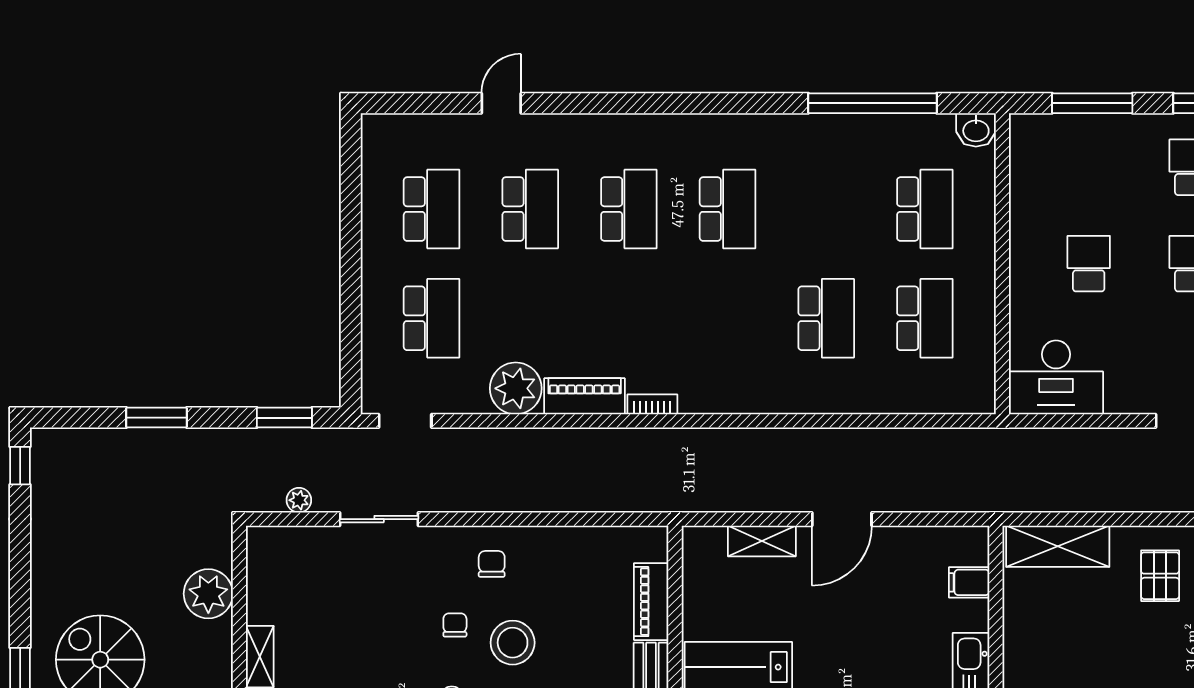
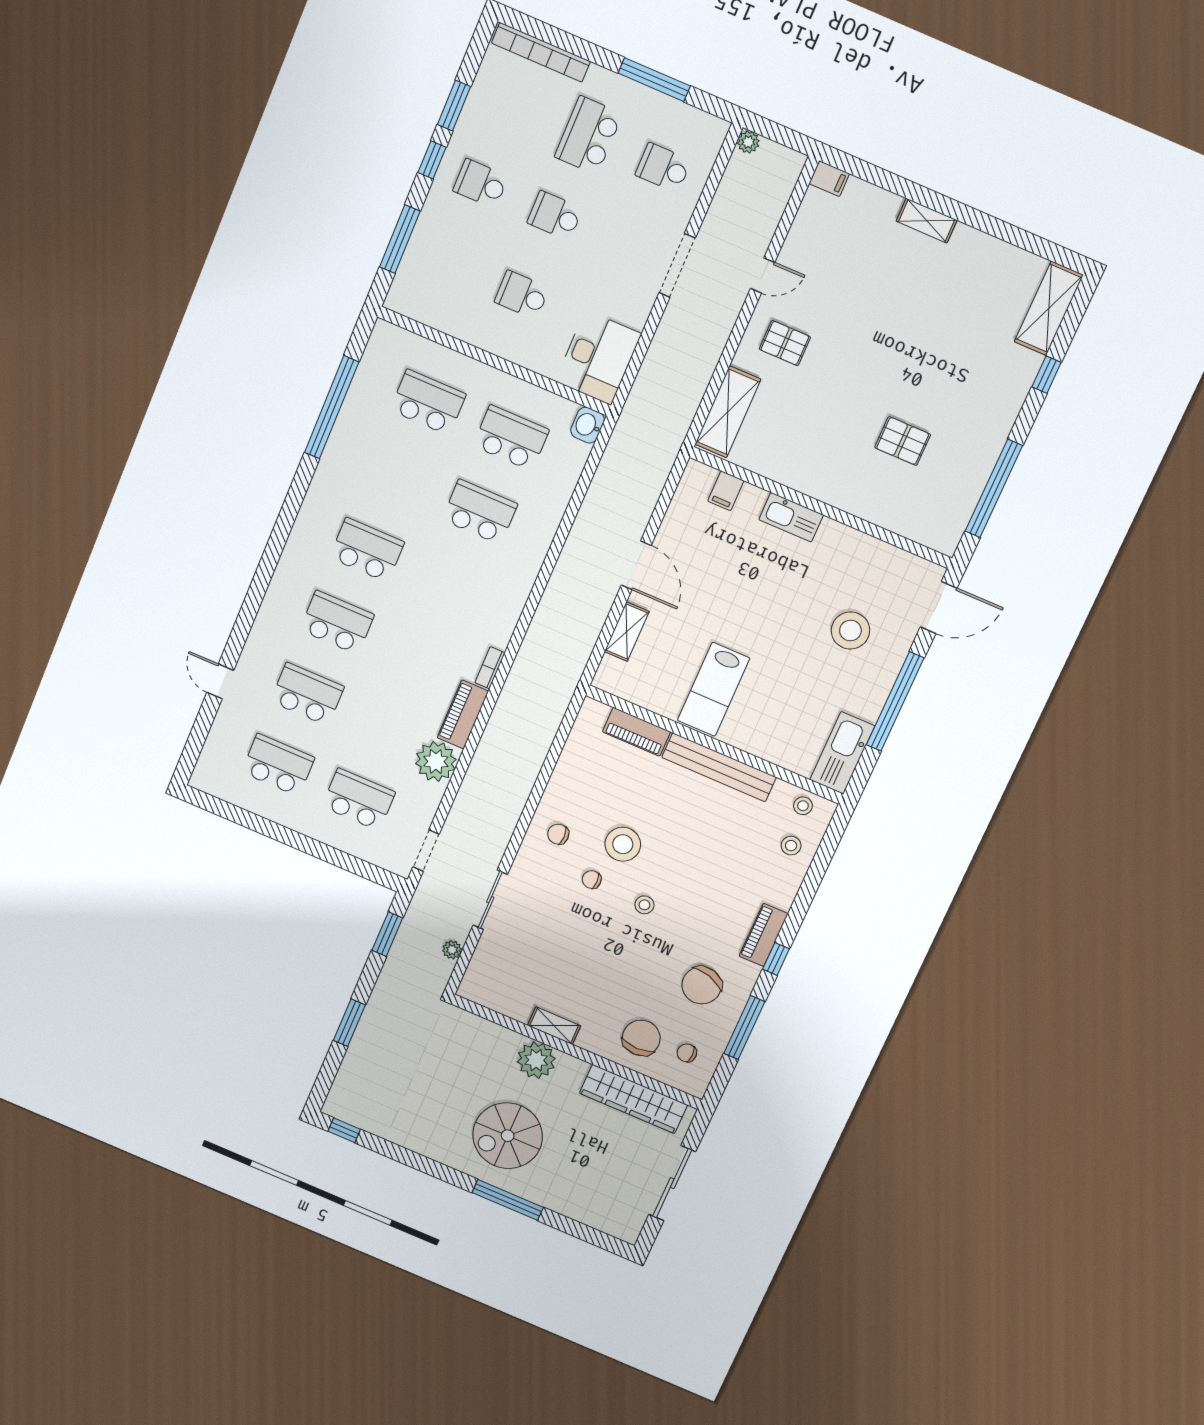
washbasin: (976, 130) -> (588, 425), moved, turned 180
plant: (208, 594) -> (536, 1060), moved

